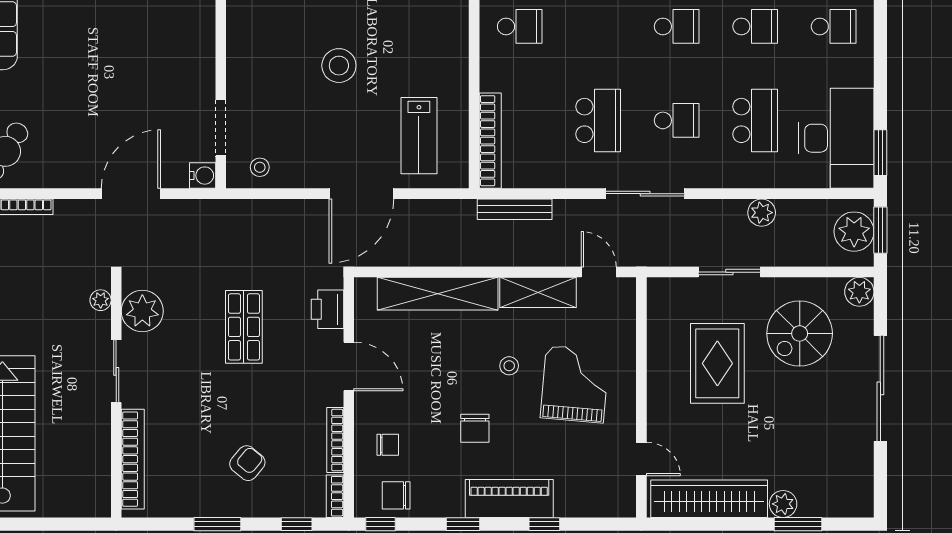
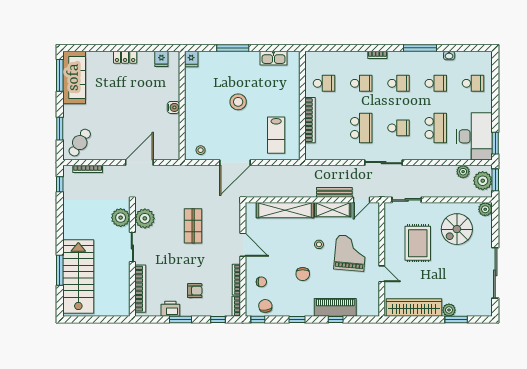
school desk: (598, 26) -> (361, 83), added
doorway: (221, 128) -> (182, 131), removed
bookcase: (490, 141) -> (310, 120), moved
water cooler: (203, 176) -> (173, 107), moved
door: (361, 194) -> (235, 163), moved
bench: (515, 209) -> (334, 192), moved
plant: (762, 213) -> (463, 172), moved
door: (599, 272) -> (362, 200), swing flipped
sliding door: (729, 272) -> (407, 200), moved
plant: (101, 300) -> (121, 218), width x1.88, depth x1.88
printer: (327, 309) -> (170, 309), moved, turned 90
sliding door: (880, 388) -> (495, 273), moved
door: (641, 459) -> (382, 274), moved
armchair: (247, 463) -> (195, 291), turned 50
chair: (396, 495) -> (265, 306), turned 83
piano: (509, 499) -> (335, 307), moved

